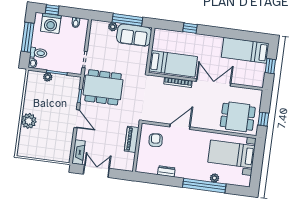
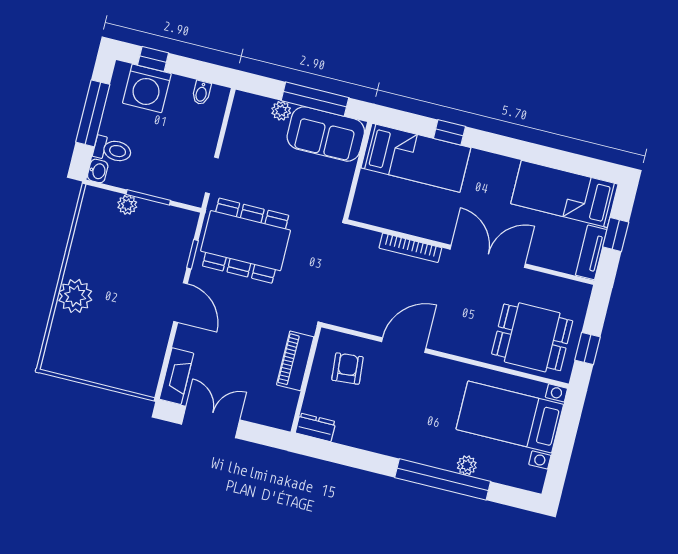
bed: (173, 64) -> (416, 158), moved
tv unit: (260, 75) -> (591, 252), added
dresser: (166, 171) -> (316, 427), moved

